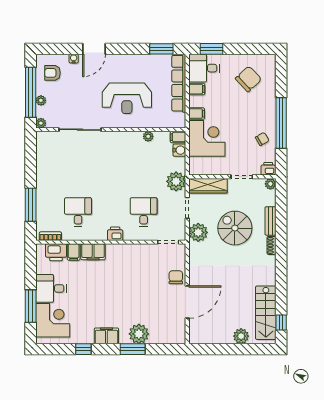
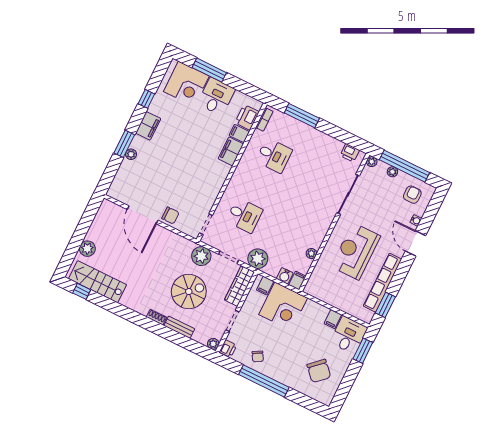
row of seats: (179, 83) -> (383, 283), moved, turned -90
filing cabinet: (197, 114) -> (265, 286), moved
printer: (115, 234) -> (350, 153), moved, turned 90
plant: (139, 334) -> (131, 154), width x0.53, depth x0.53

